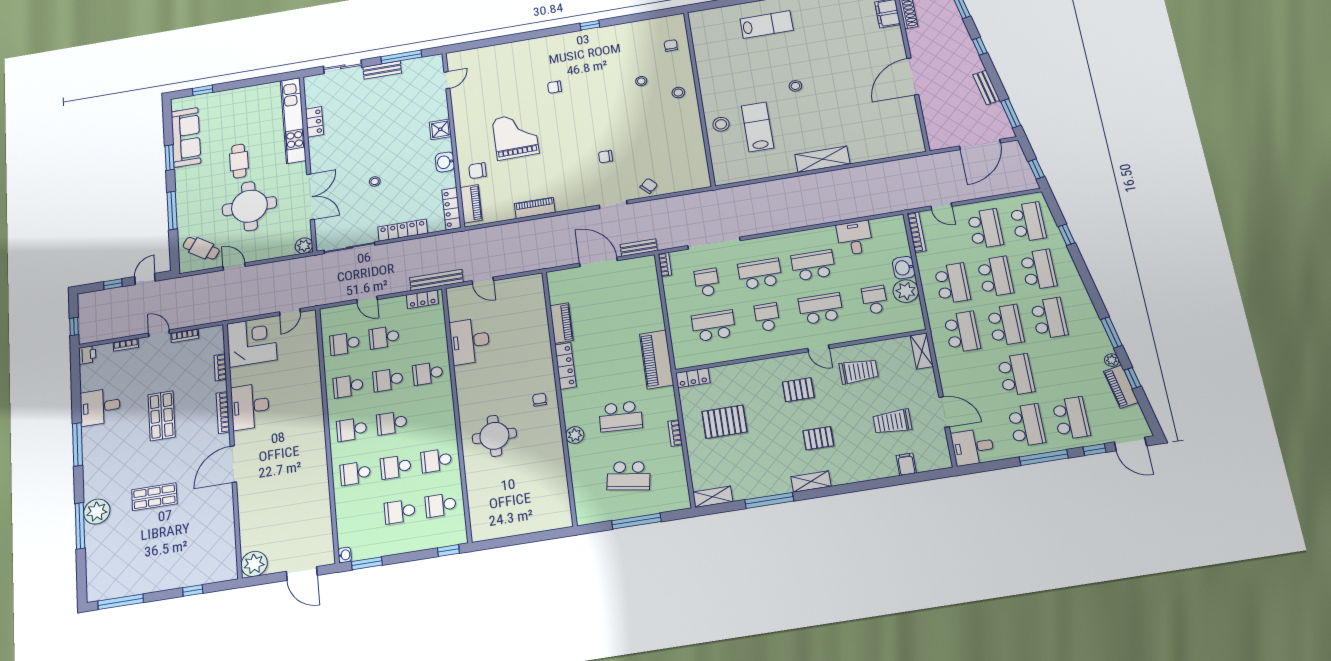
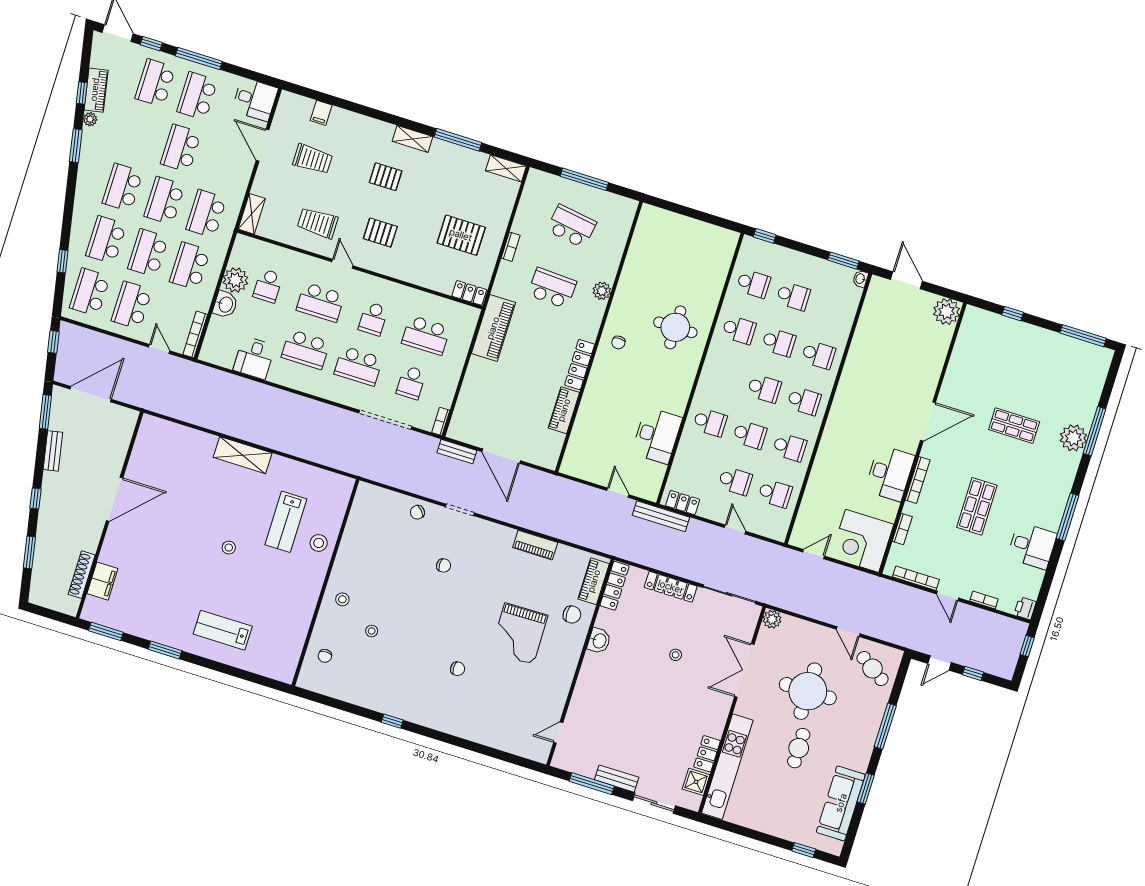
shower: (440, 129) -> (696, 782), moved
bookcase: (185, 336) -> (916, 578), width x1.56

